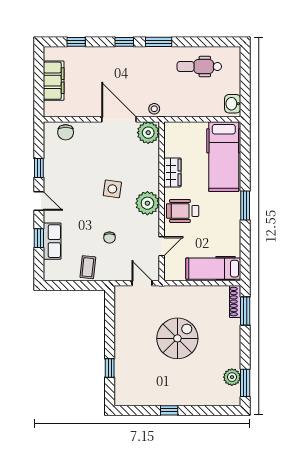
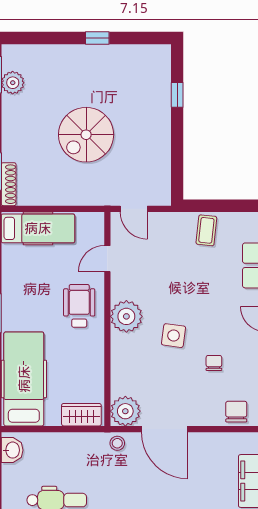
wardrobe: (172, 172) -> (81, 415), moved, turned 90
wheelchair: (183, 211) -> (79, 306), turned -90
chair: (109, 238) -> (214, 363), moved

